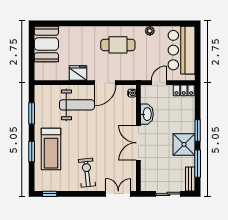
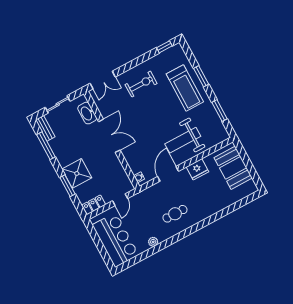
booth: (46, 44) -> (233, 168), moved
cafe table: (118, 45) -> (175, 214), width x0.73, depth x0.74
washbasin: (147, 114) -> (87, 113), moved
window: (198, 131) -> (68, 186), moved
shower: (184, 144) -> (77, 173), moved
treadmill: (51, 149) -> (185, 88), turned 180
exercise bike: (87, 173) -> (141, 84), turned -84

